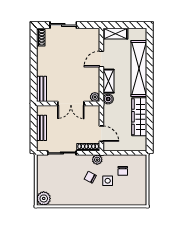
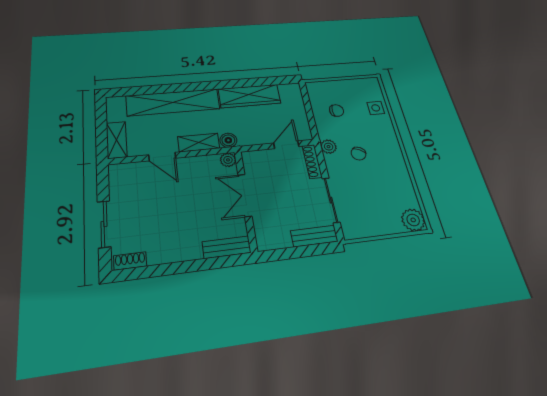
double door: (71, 103) -> (245, 195), swing flipped
bench: (42, 128) -> (314, 236), moved
side table: (108, 181) -> (376, 108), moved

